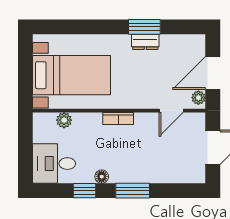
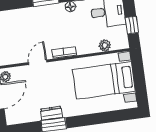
door: (171, 111) -> (38, 62), moved
window: (25, 142) -> (132, 25), added

